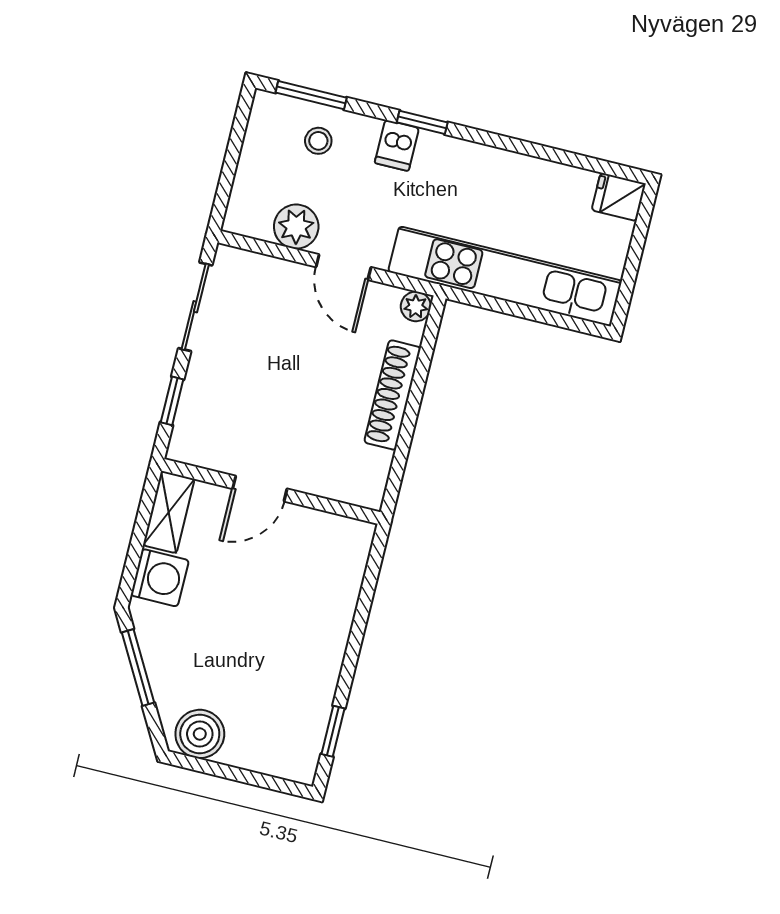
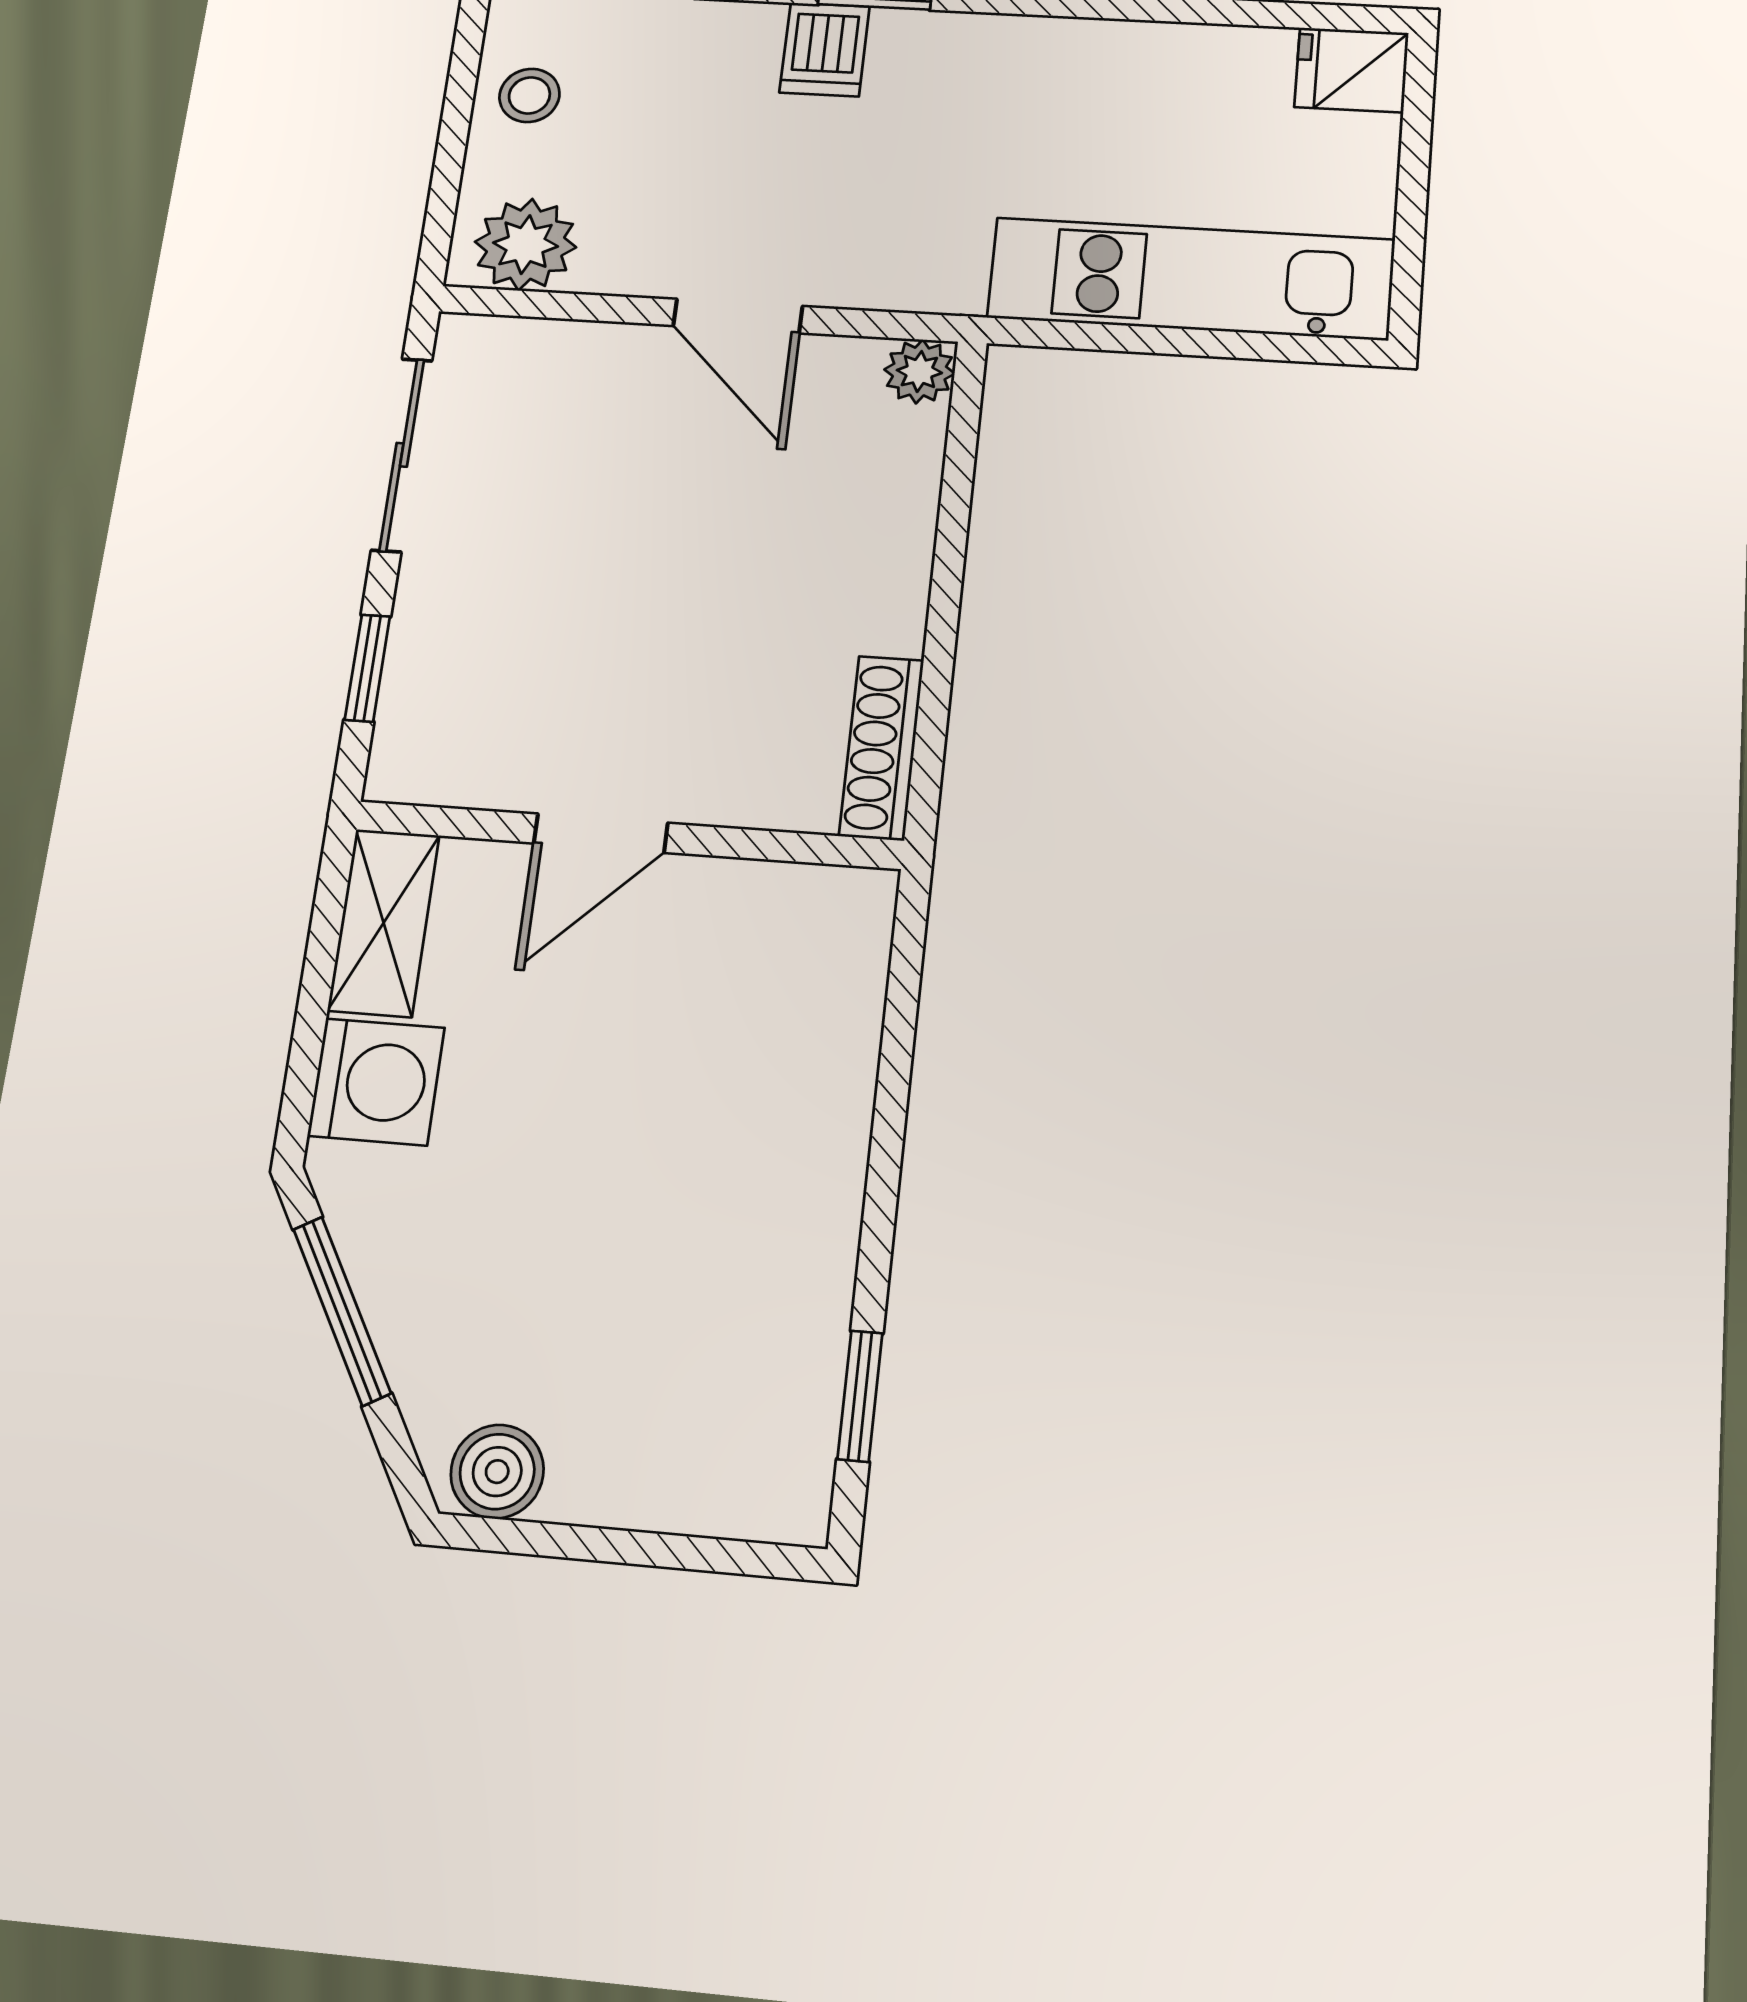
stool: (318, 141) -> (529, 95), moved
plant: (296, 227) -> (525, 245), moved
kitchen unit: (505, 276) -> (1191, 279), width x0.73
shoe rack: (393, 395) -> (882, 748), moved, width x0.74, depth x0.81
boiler: (200, 734) -> (497, 1472), width x0.73, depth x0.73

